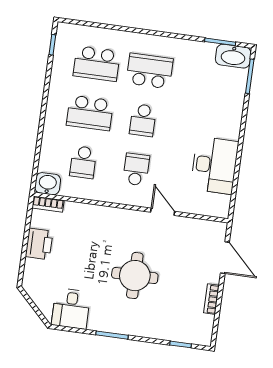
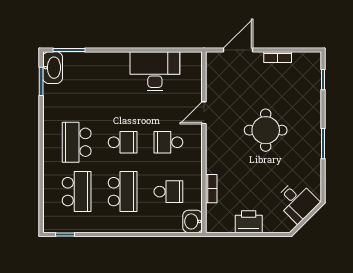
bookcase: (48, 204) -> (211, 189), moved
desk: (71, 309) -> (297, 201), moved, turned 45

